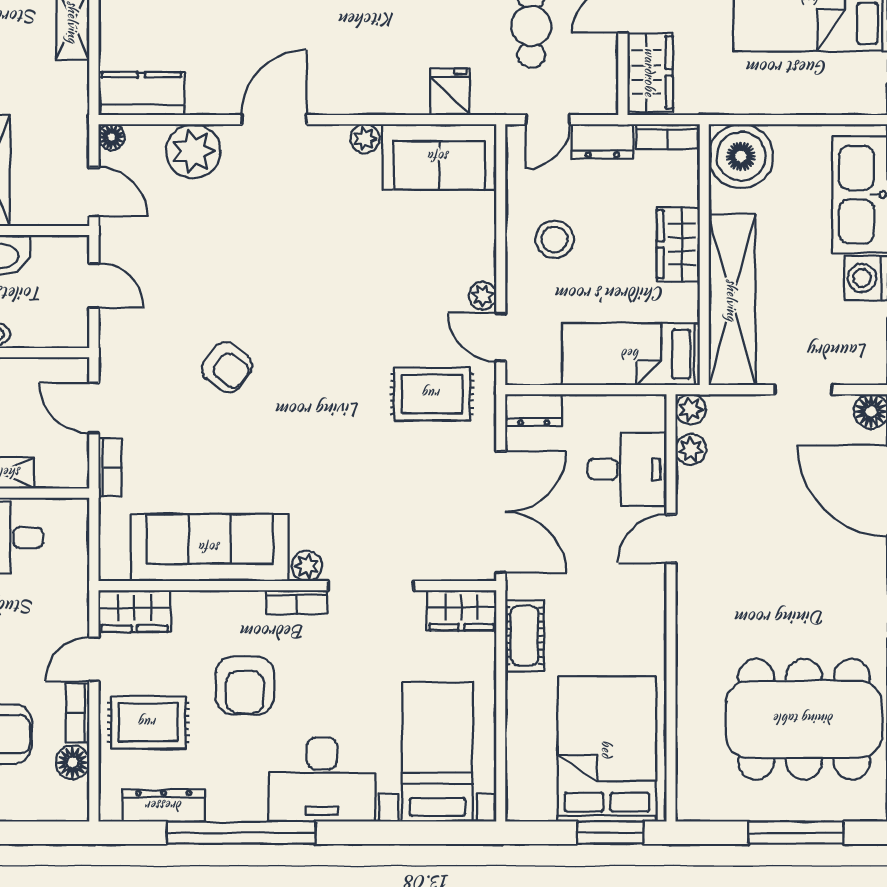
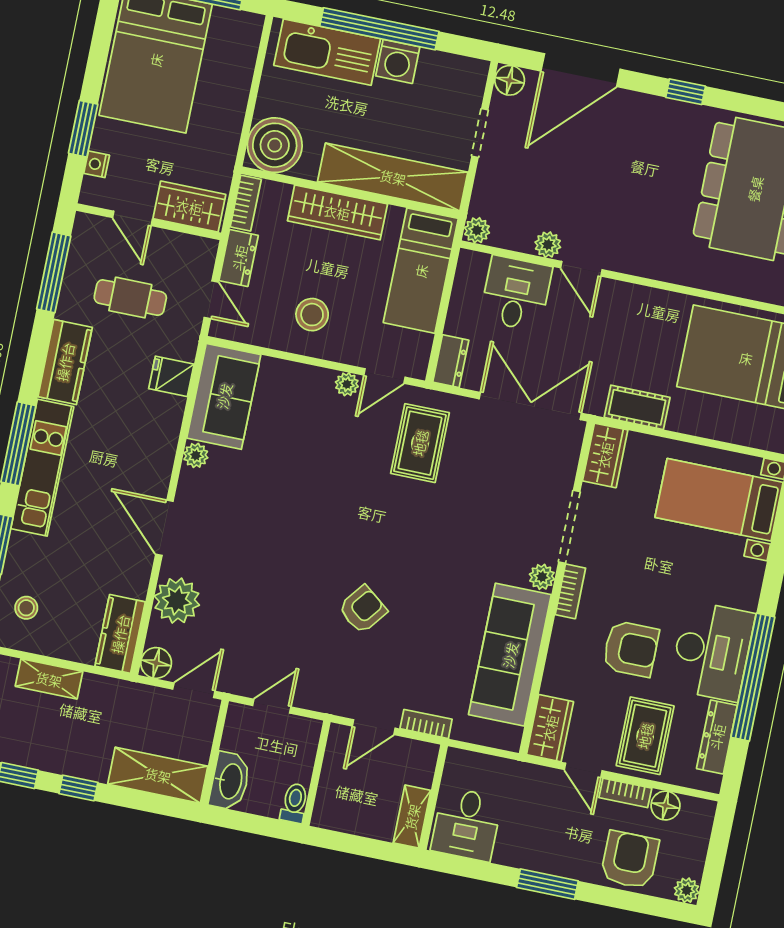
floor lamp: (112, 137) -> (156, 663), width x1.37, depth x1.37
wardrobe: (678, 244) -> (337, 212), width x1.50
plant: (691, 449) -> (548, 245), moved
desk: (322, 780) -> (712, 651), moved

